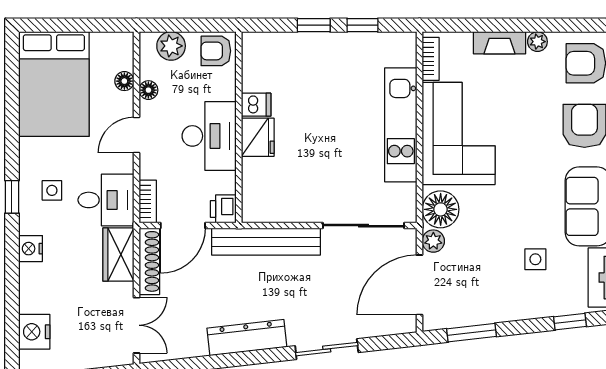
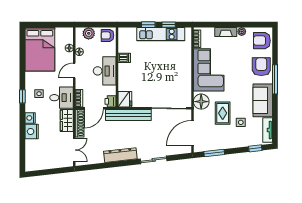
kitchen unit: (401, 125) -> (161, 34), moved, turned -90
fridge: (258, 137) -> (125, 99), moved
rug: (492, 237) -> (223, 113), added
plant: (433, 241) -> (198, 115), removed
nightstand: (34, 332) -> (32, 131), moved

